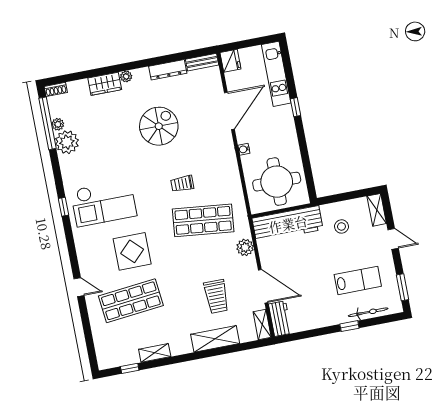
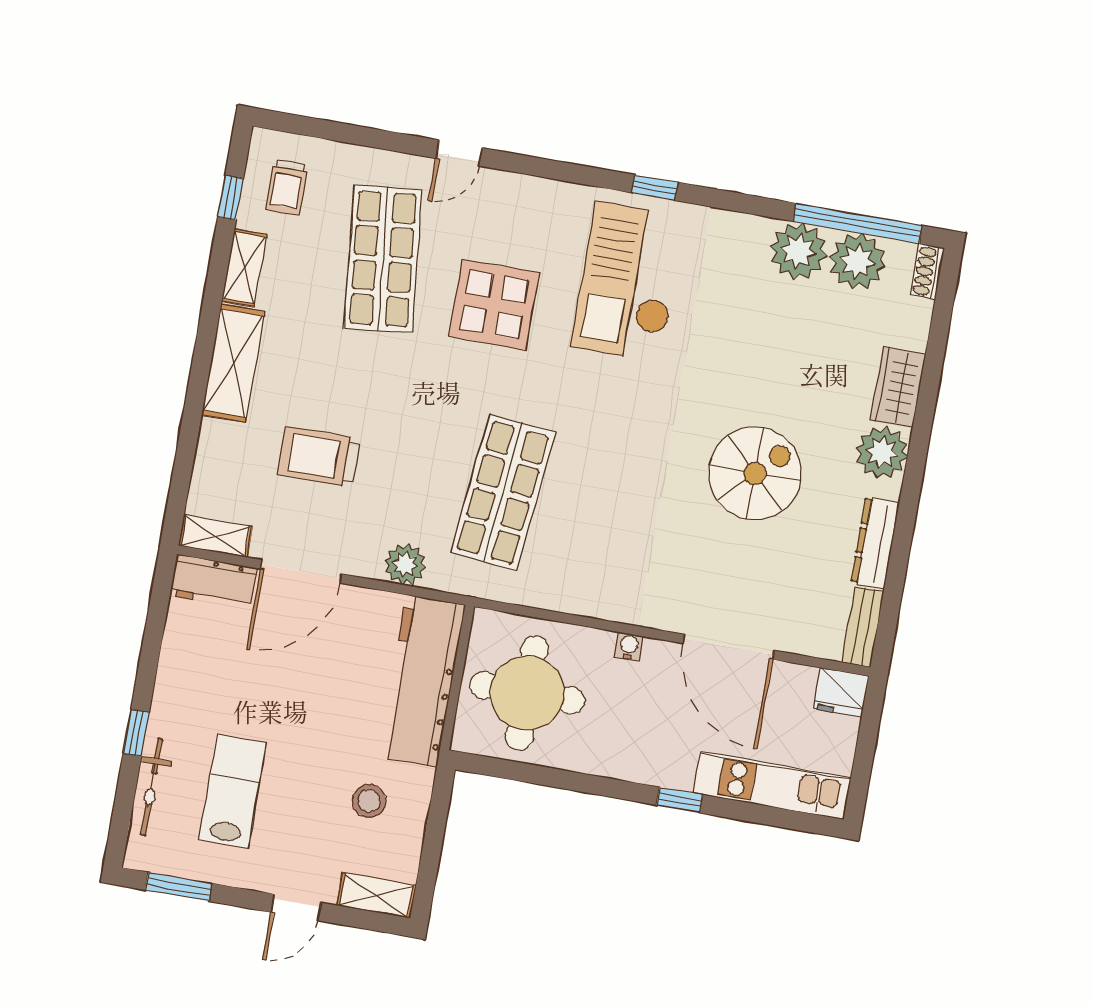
plant: (126, 76) -> (882, 452), width x1.88, depth x1.88
plant: (58, 124) -> (857, 261), width x1.88, depth x1.88
spiral stairs: (159, 126) -> (755, 473), turned -90
trolley: (182, 184) -> (287, 187), moved, turned 180
lab bench: (358, 280) -> (233, 791), turned 180
shelving: (215, 339) -> (233, 363), moved

